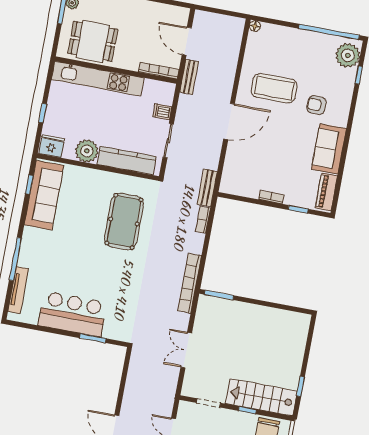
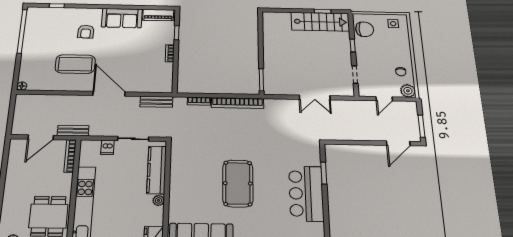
plant: (348, 55) -> (41, 15), removed
coffee table: (274, 88) -> (75, 64), turned 90
plant: (87, 151) -> (158, 200), width x0.53, depth x0.53
bench: (207, 188) -> (156, 102), moved
pool table: (124, 221) -> (238, 183), moved, turned 90
bookcase: (190, 283) -> (237, 103), moved
stairs: (261, 397) -> (320, 22), moved, turned -90

